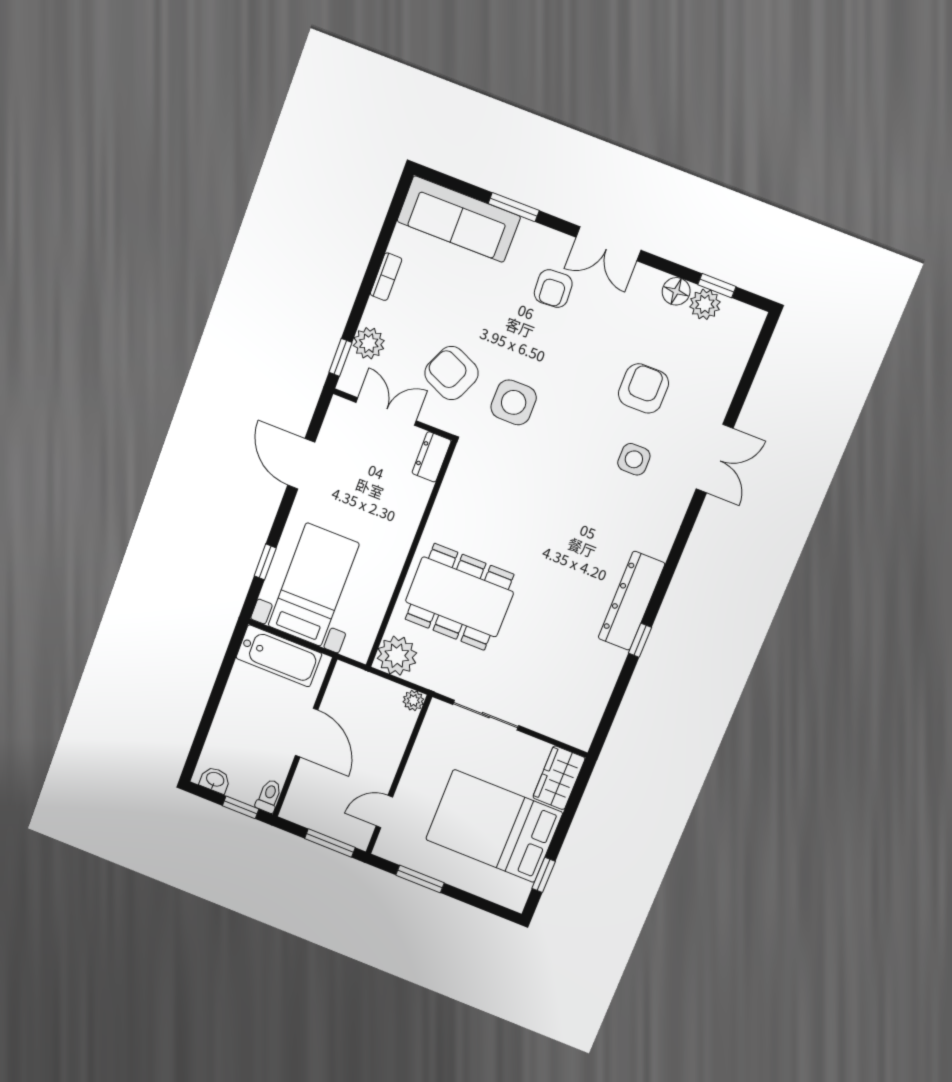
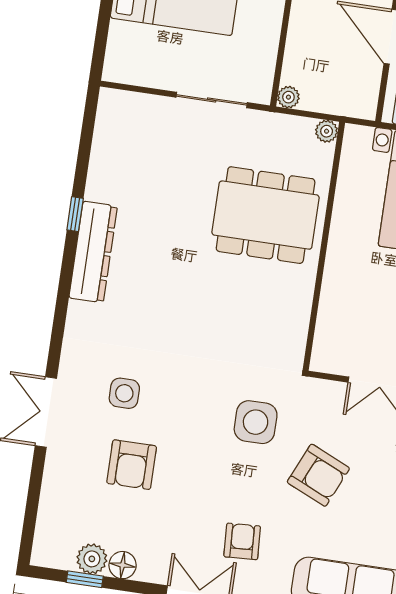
armchair: (451, 373) -> (318, 475), moved
dresser: (432, 457) -> (325, 350), removed
plant: (397, 656) -> (327, 131), width x0.53, depth x0.53
wardrobe: (559, 778) -> (123, 53), removed

